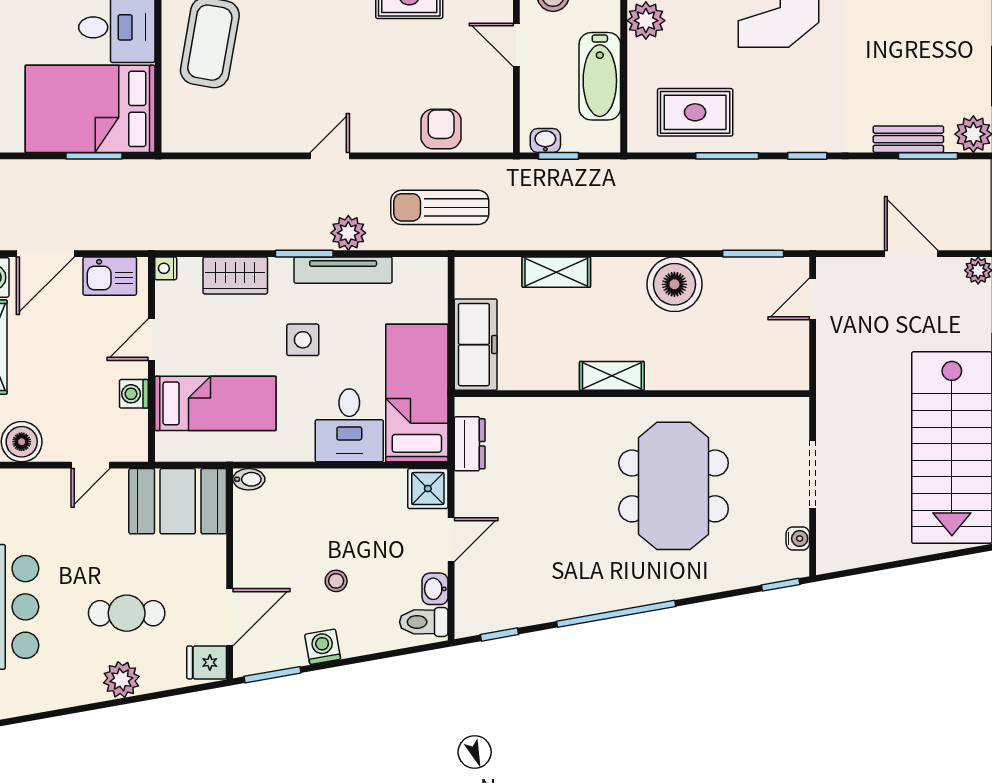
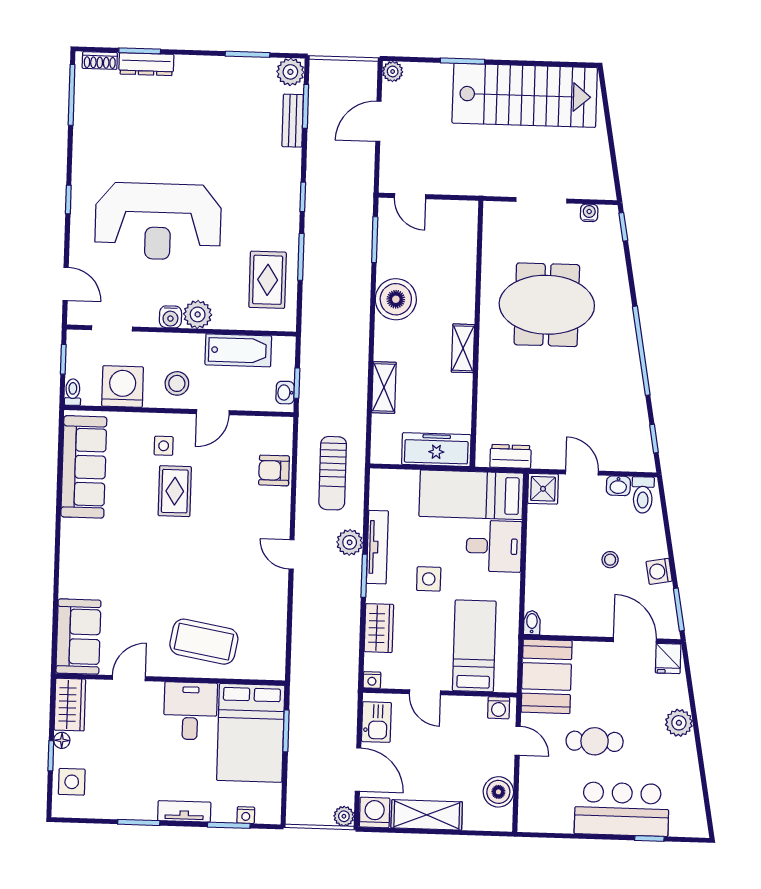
washing machine: (134, 394) -> (499, 708), moved
cafe table: (127, 613) -> (595, 741), moved, turned 90

